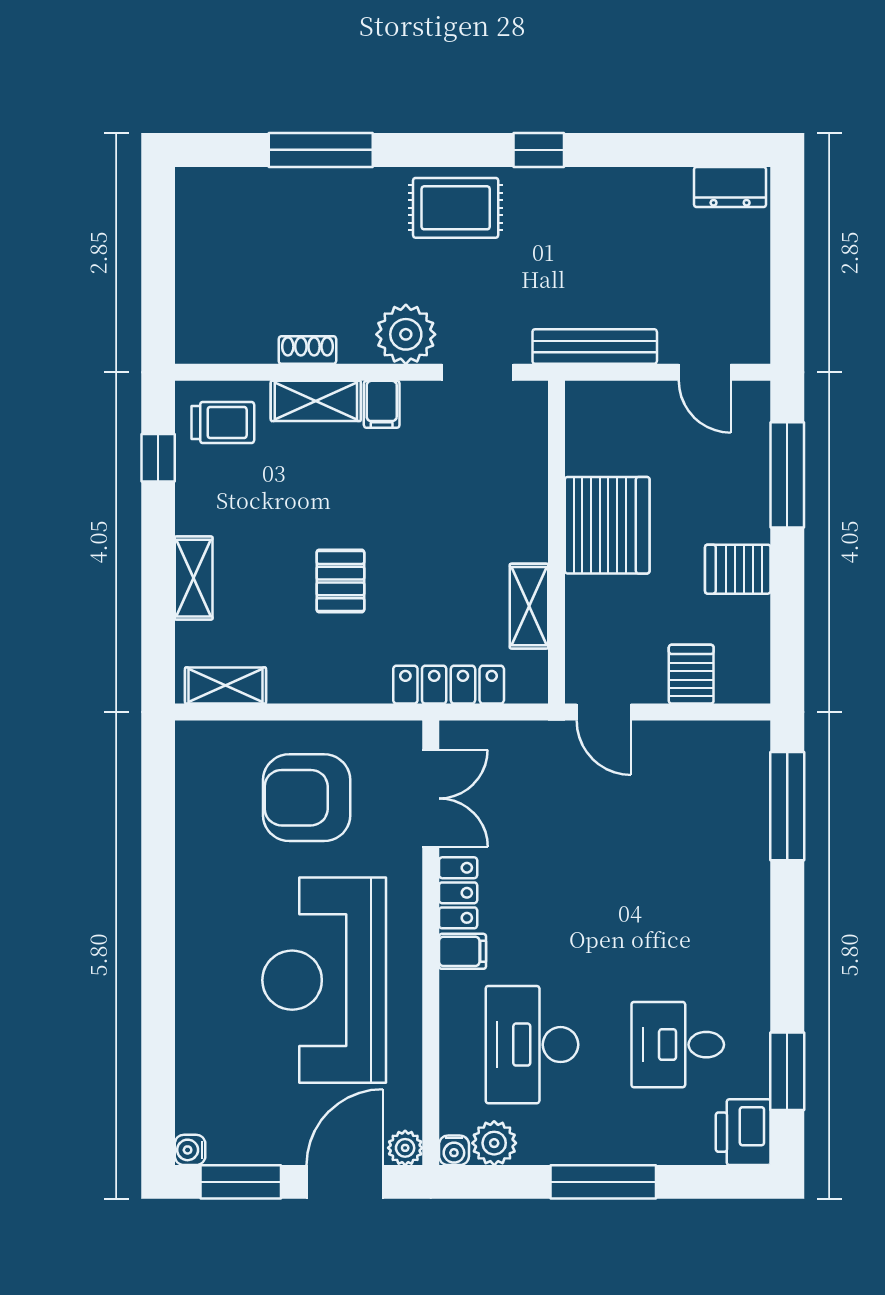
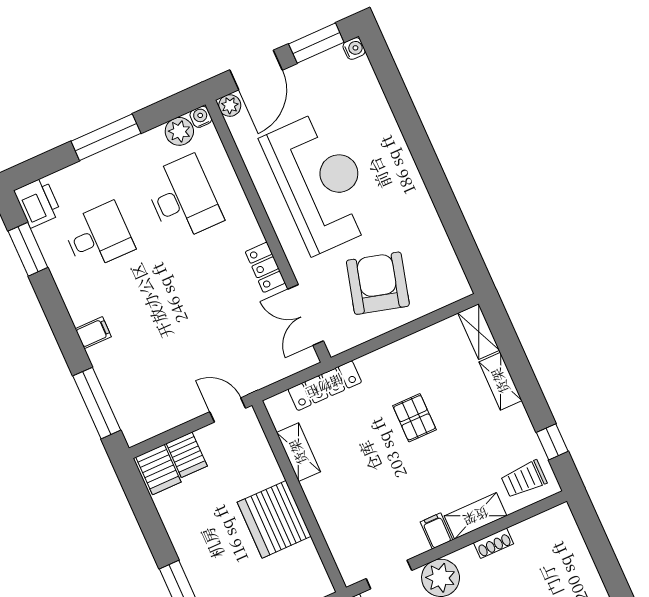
server rack: (738, 569) -> (158, 470), moved, turned 90
shelving: (226, 686) -> (479, 332), moved, turned 90
armchair: (307, 798) -> (378, 283), turned -75
filing cabinet: (463, 951) -> (93, 333), moved, turned 180

